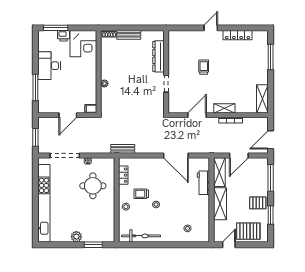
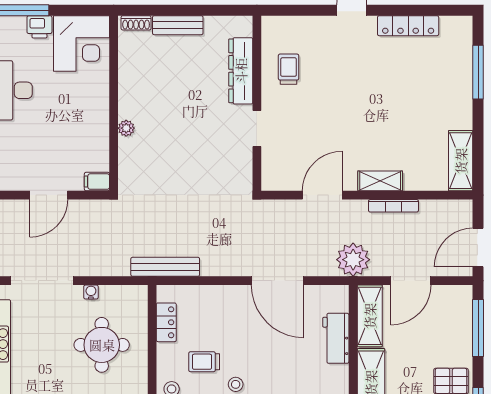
trolley: (204, 67) -> (289, 69), moved
plant: (212, 146) -> (353, 260), added
bench: (123, 149) -> (165, 267), width x1.36

